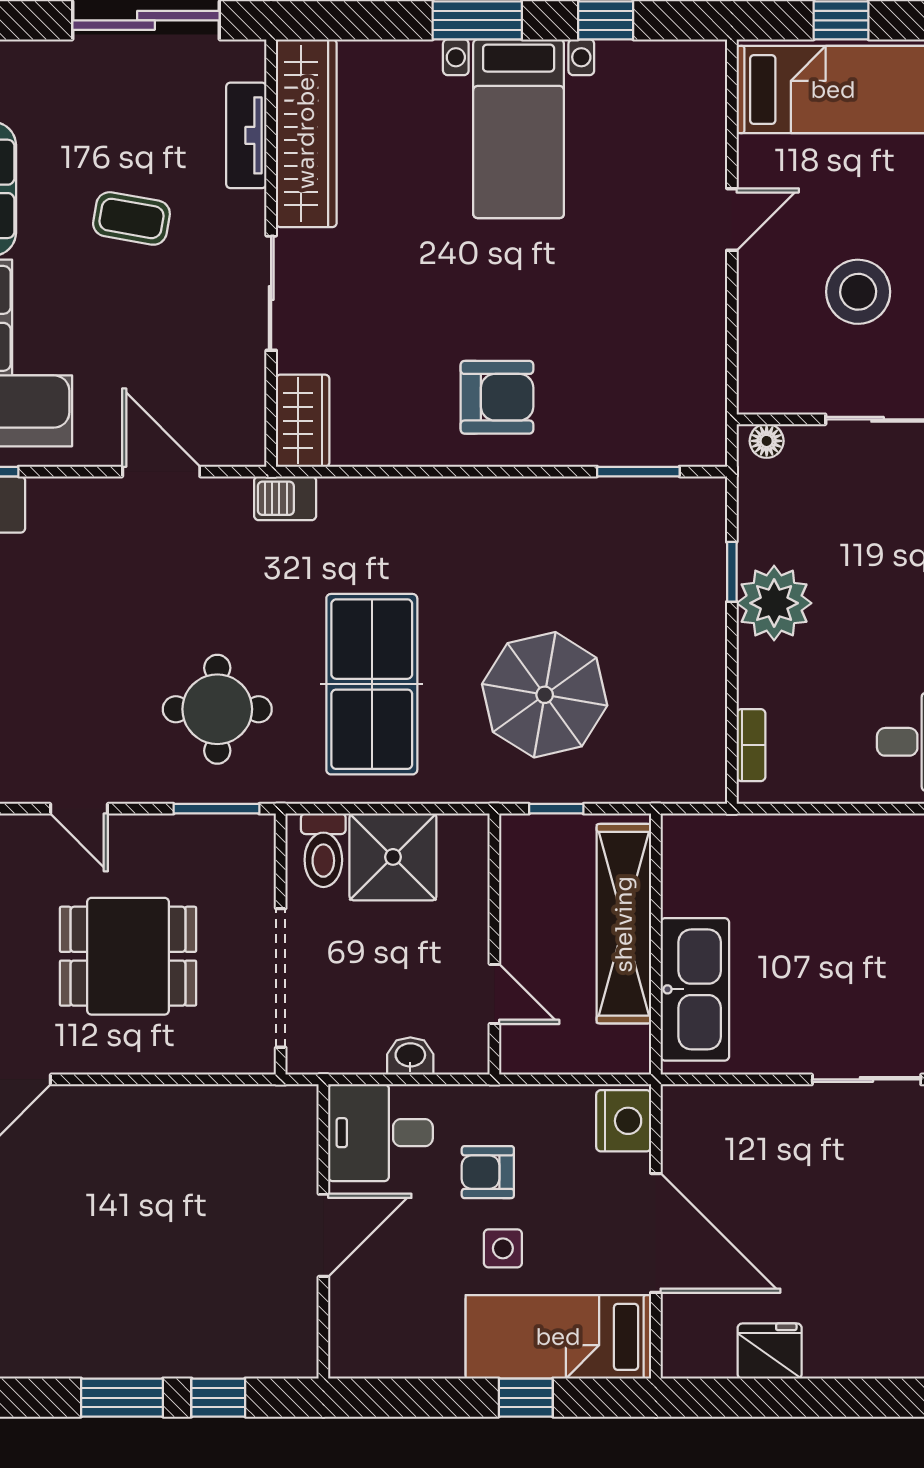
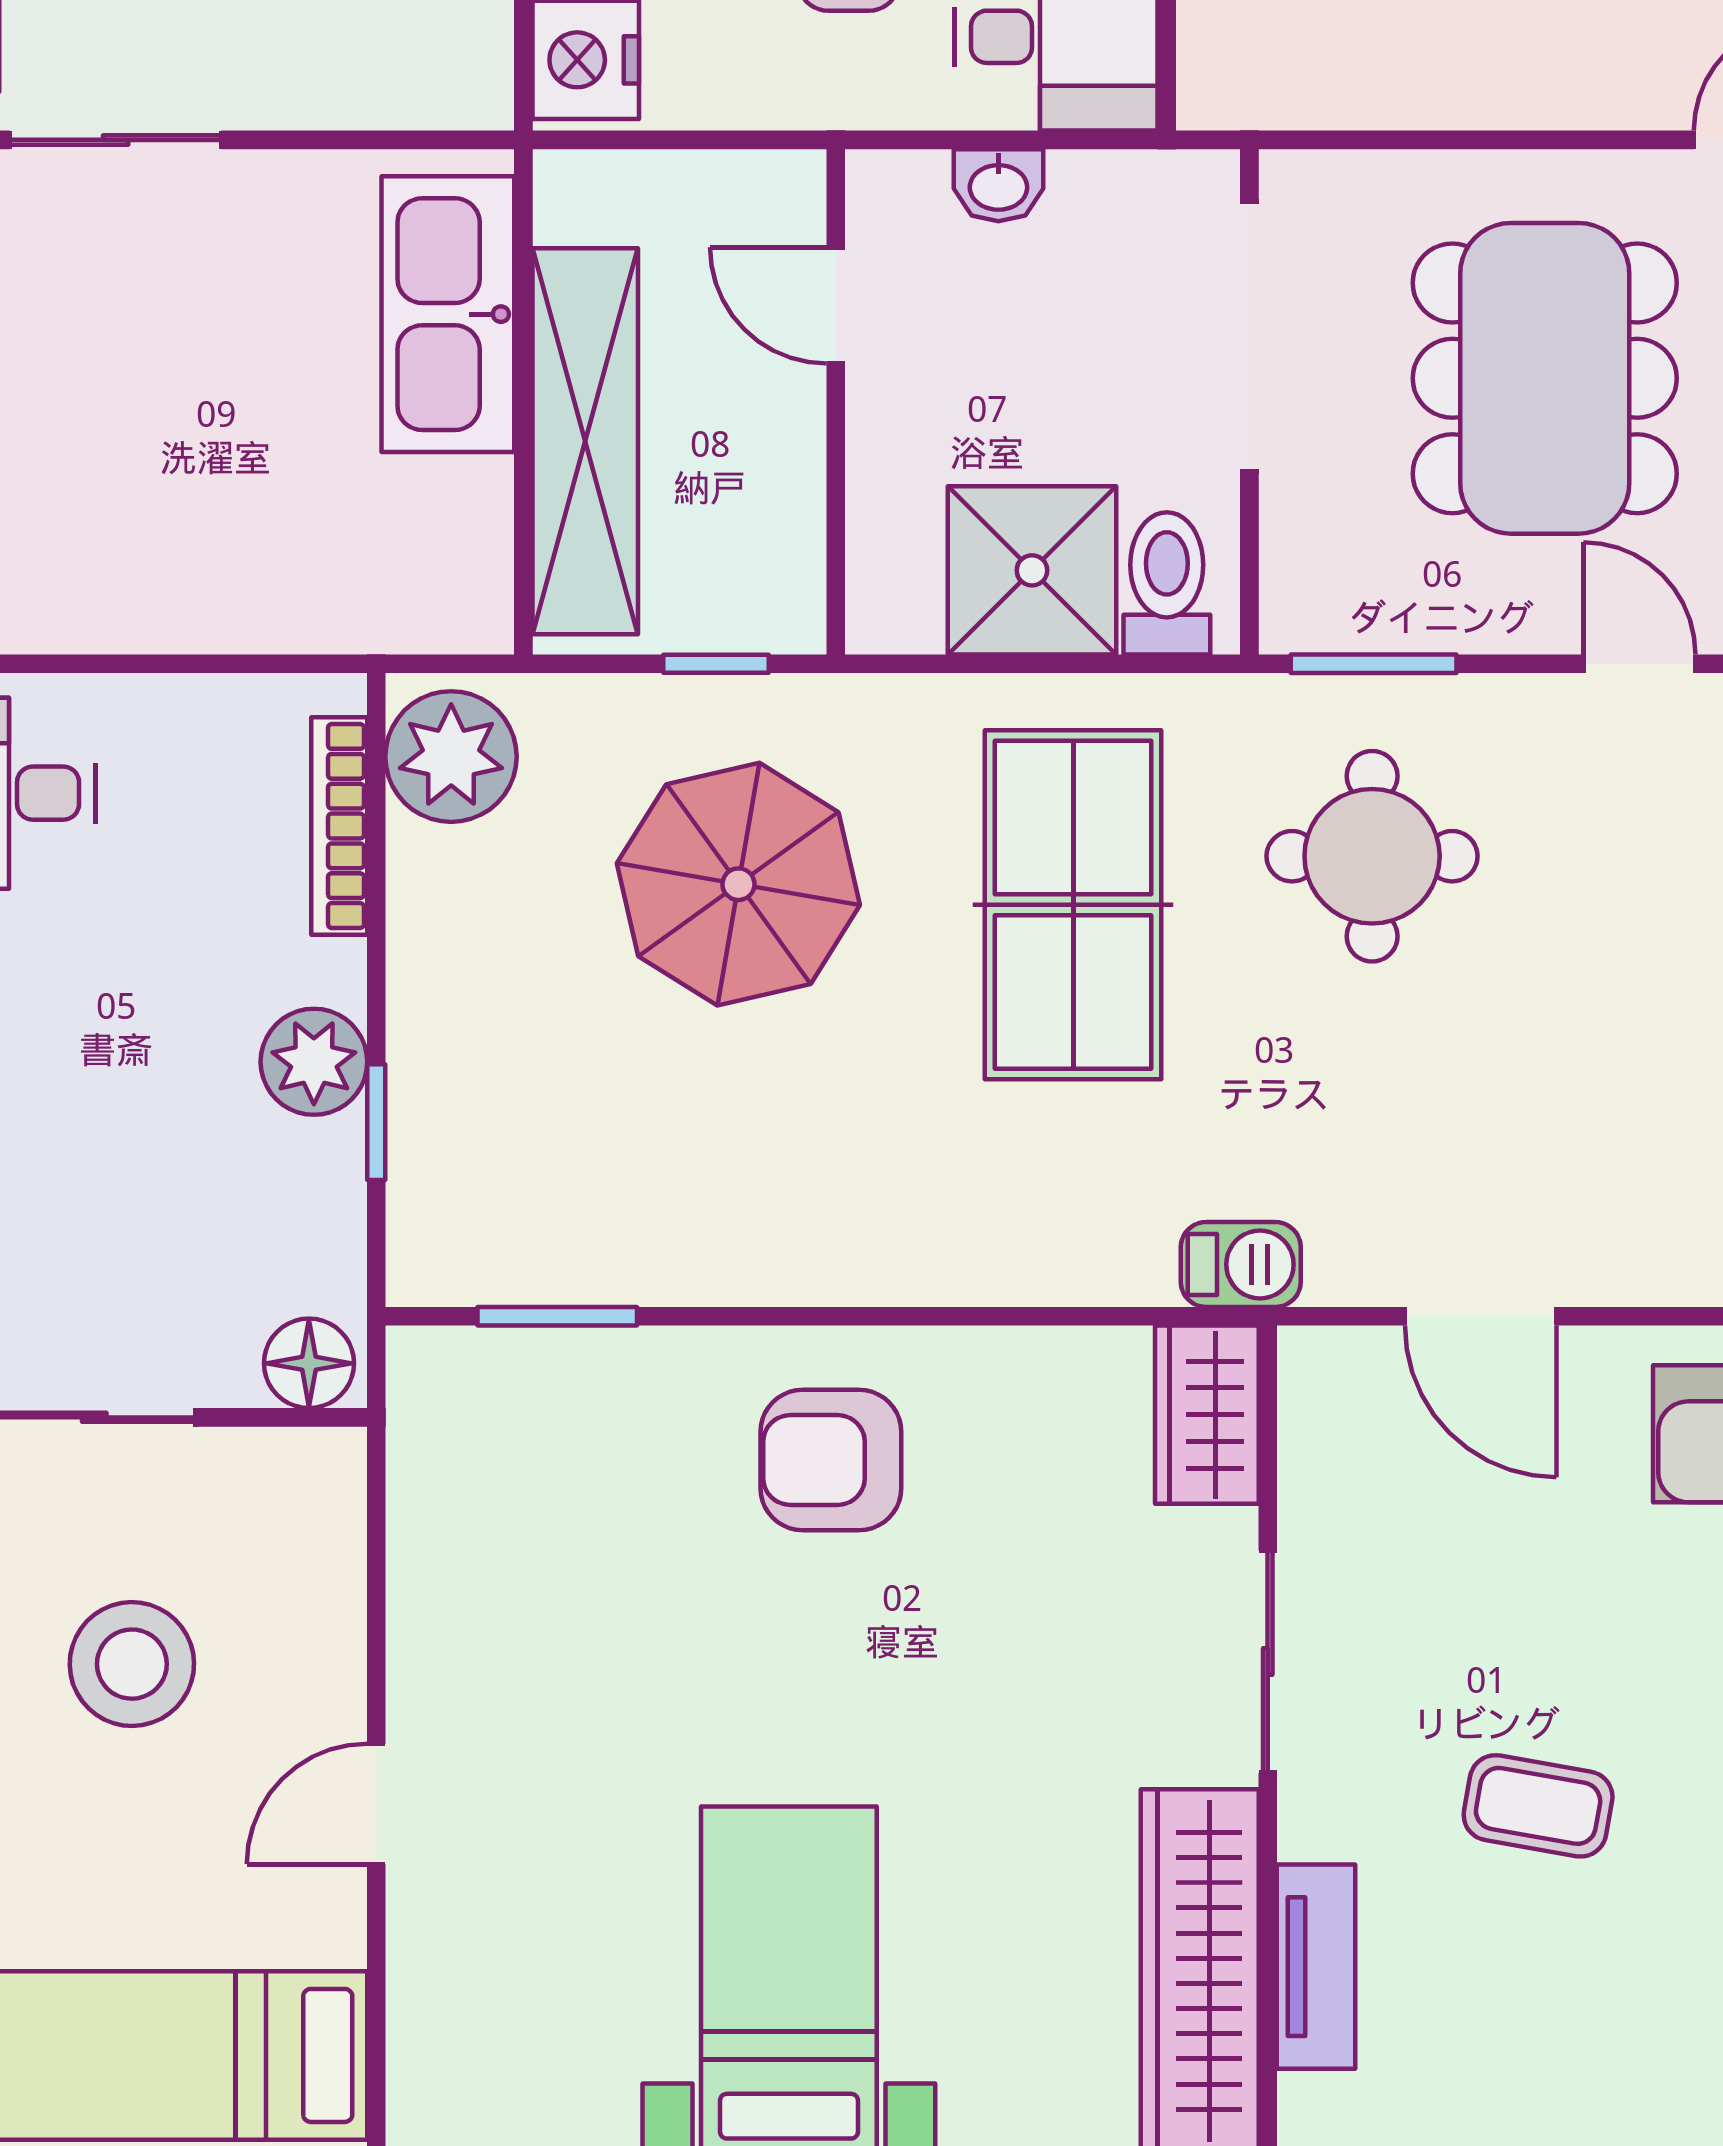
floor lamp: (767, 441) -> (309, 1363), width x1.37, depth x1.37
plant: (774, 603) -> (314, 1062), width x0.73, depth x0.73
bookcase: (751, 745) -> (339, 826), width x1.56
plant: (693, 761) -> (451, 757), added
dining table: (128, 956) -> (1545, 378), width x1.38

